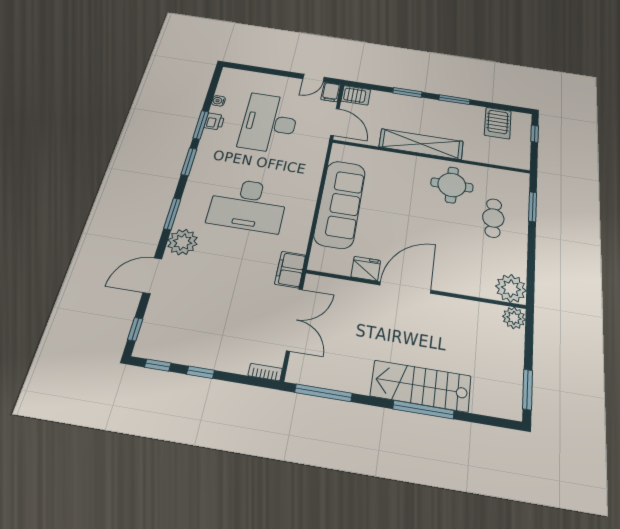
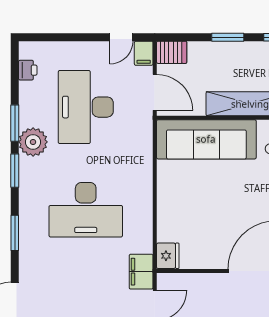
water cooler: (218, 101) -> (25, 88), removed
printer: (214, 121) -> (28, 70), moved
sofa: (340, 204) -> (206, 139), moved, turned 90
plant: (183, 242) -> (33, 142), moved
fridge: (366, 269) -> (168, 256), moved, turned 90

